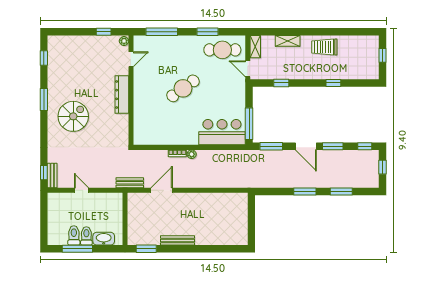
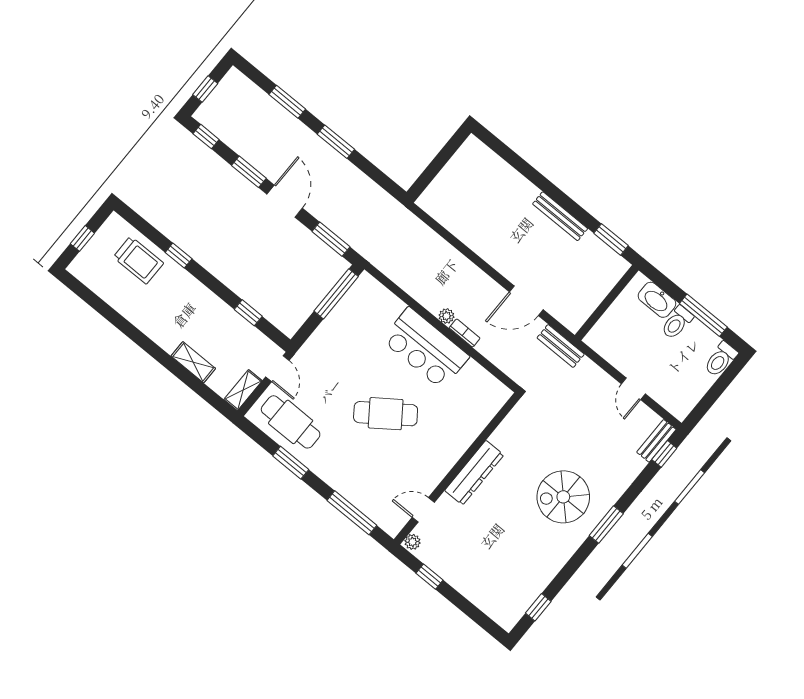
trolley: (324, 47) -> (138, 260), moved
window: (44, 100) -> (606, 525), moved
bar counter: (222, 132) -> (425, 348), moved
toilet: (74, 235) -> (721, 359), moved

